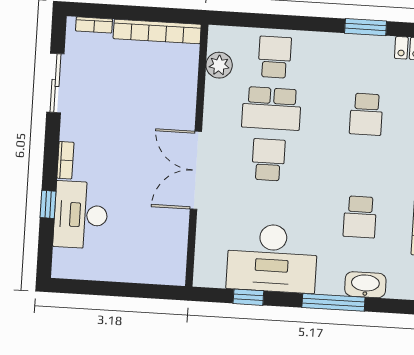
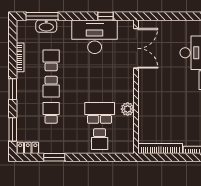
plant: (219, 65) -> (128, 109), moved
school desk: (268, 160) -> (51, 87), moved
double door: (196, 170) -> (136, 48), moved
window: (333, 302) -> (42, 16), moved

